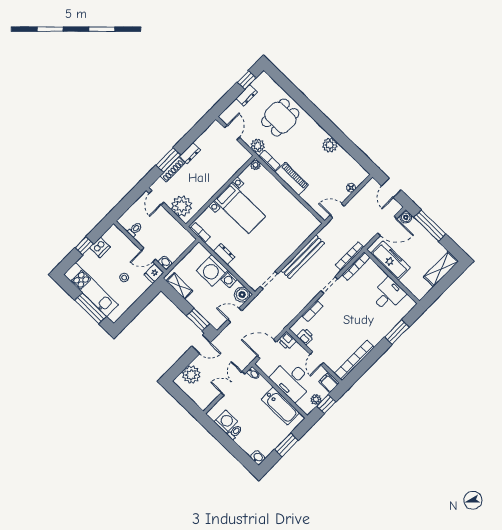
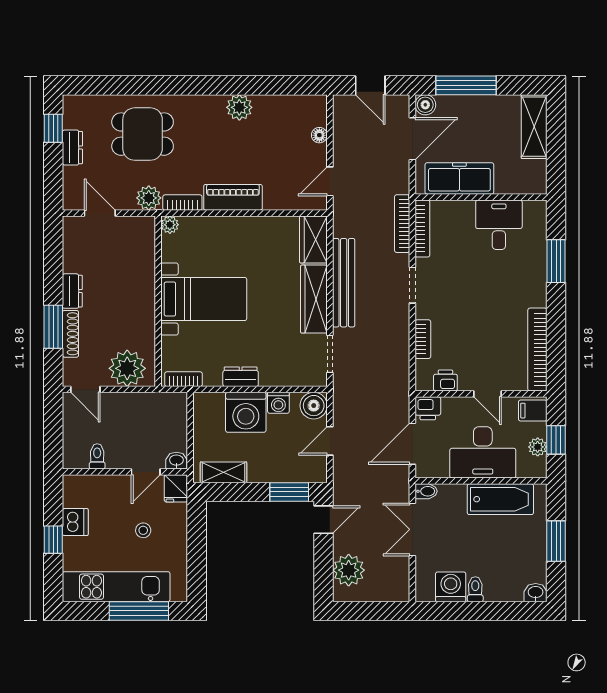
dining table: (280, 118) -> (143, 134), turned 90
wardrobe: (308, 227) -> (313, 239), added
wardrobe: (284, 252) -> (314, 299), added

